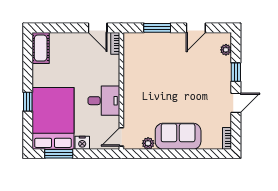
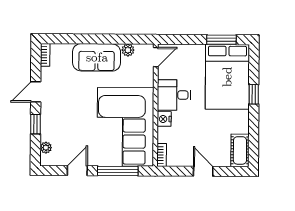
door: (98, 28) -> (203, 171), moved
window: (157, 28) -> (118, 171), width x1.44
corner sofa: (150, 70) -> (125, 127), added
nightstand: (82, 143) -> (164, 119), moved, turned -90

